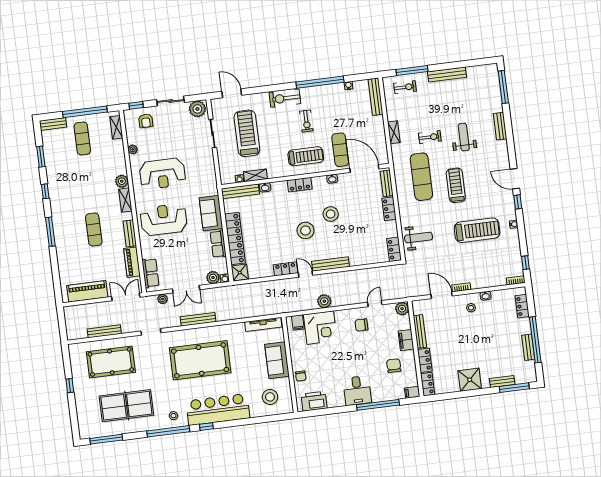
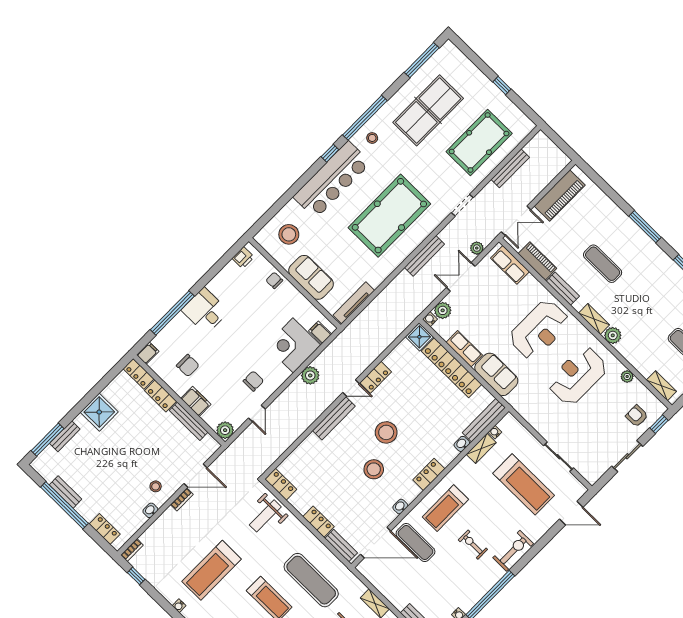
plant: (197, 109) -> (594, 470), removed
printer: (314, 401) -> (243, 258), width x0.53, depth x0.68

